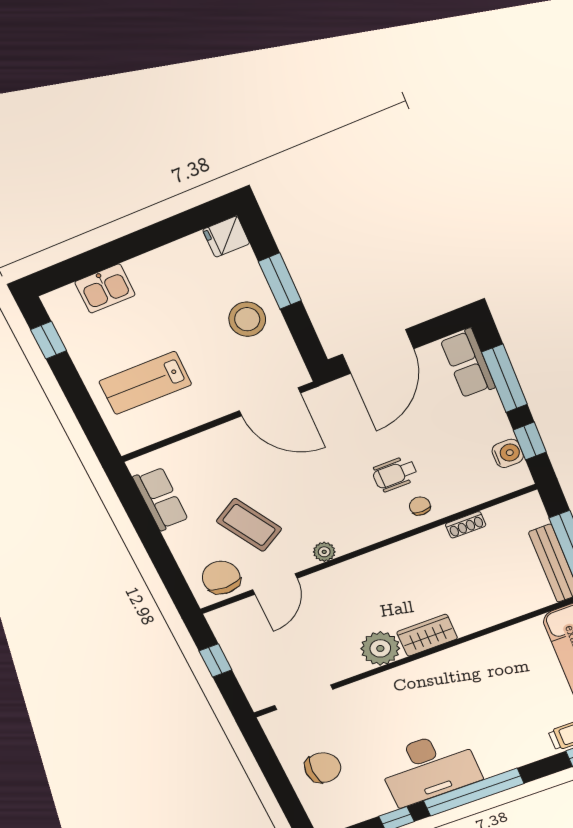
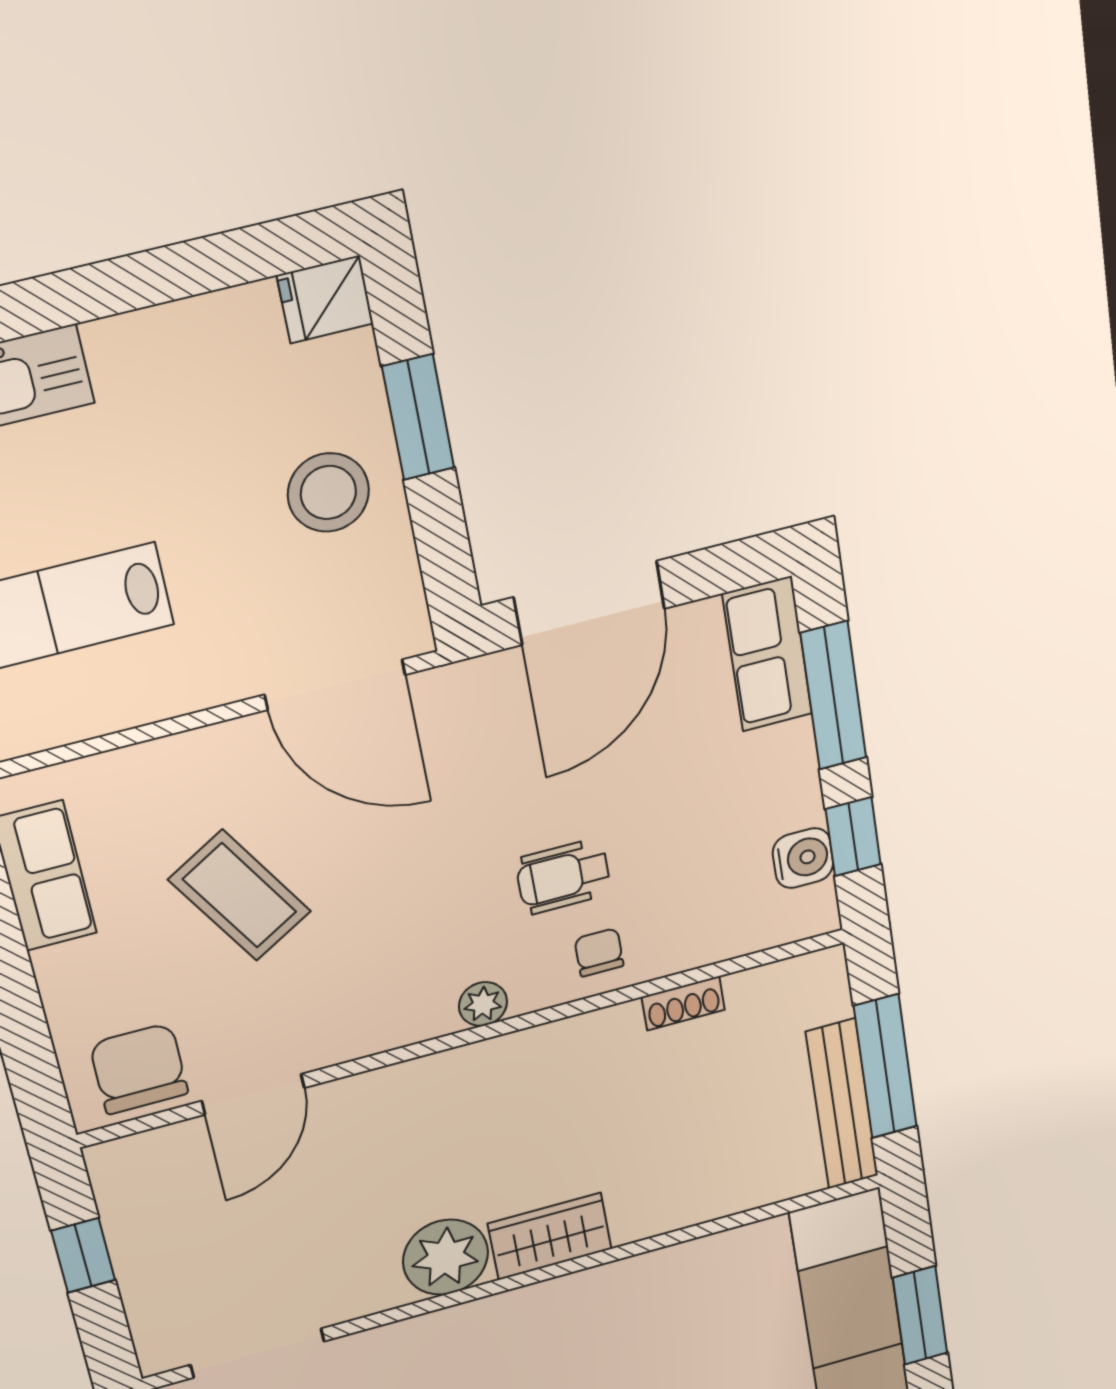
coffee table: (249, 525) -> (240, 895), moved
plant: (324, 552) -> (483, 1004), moved

